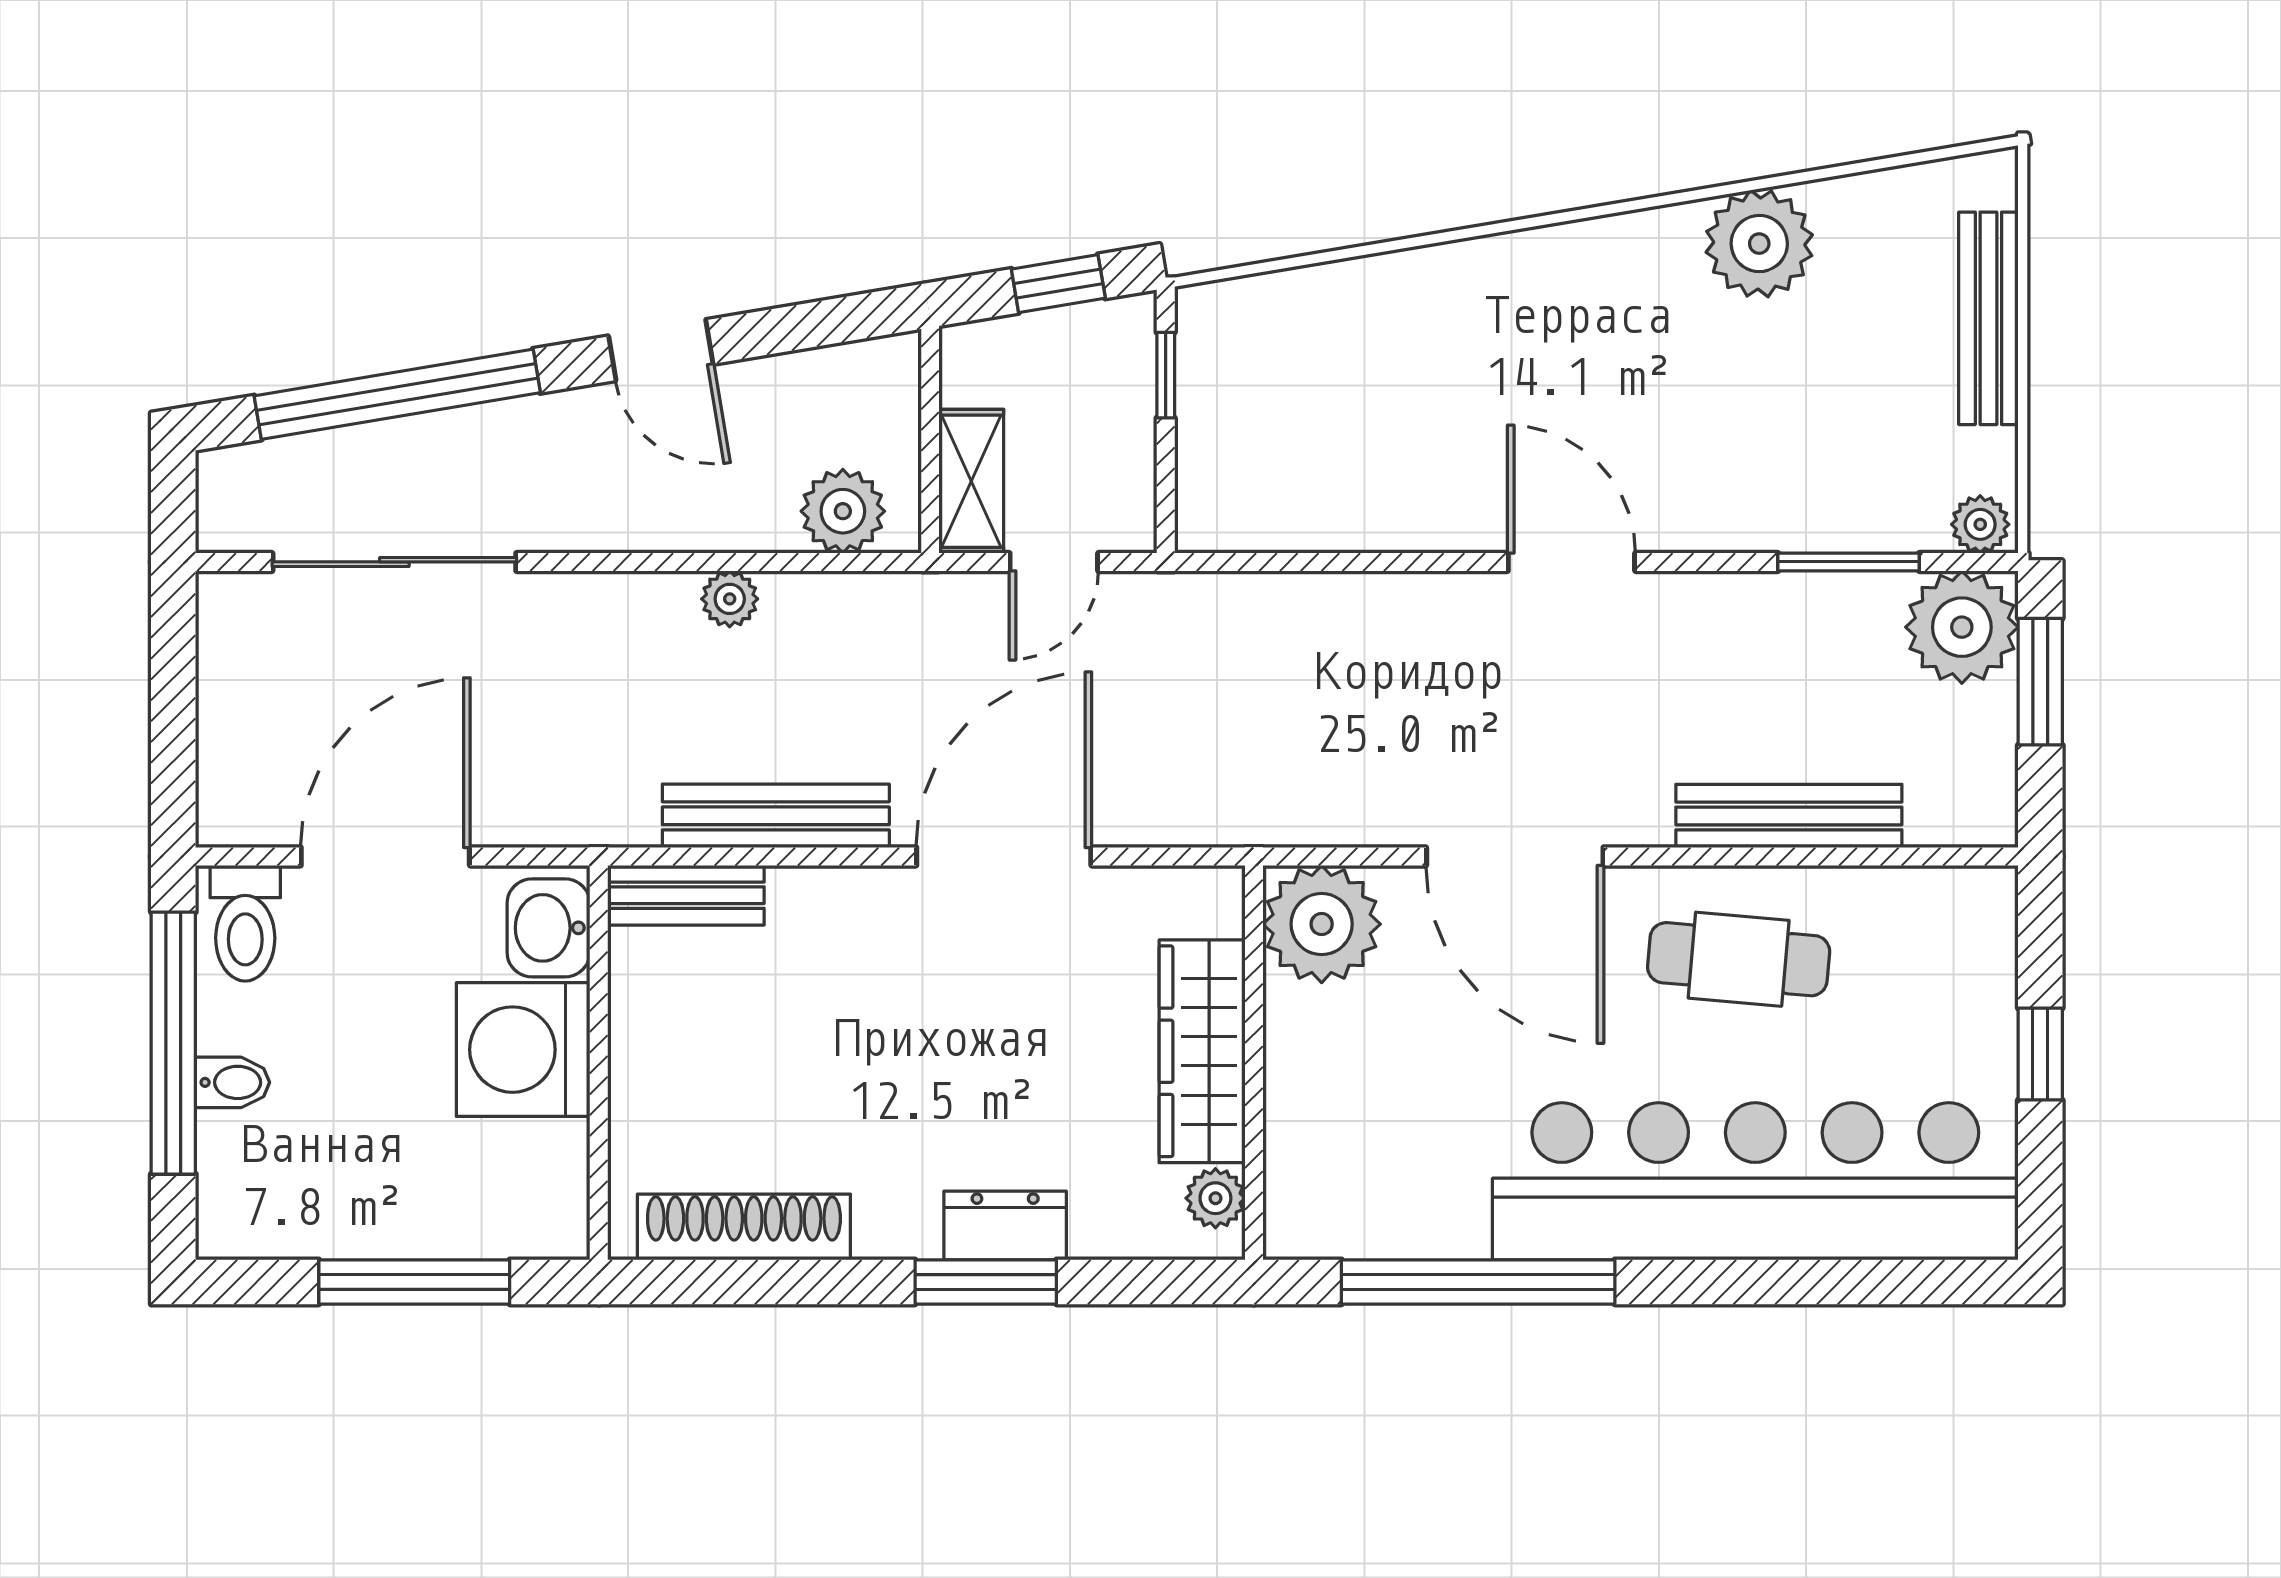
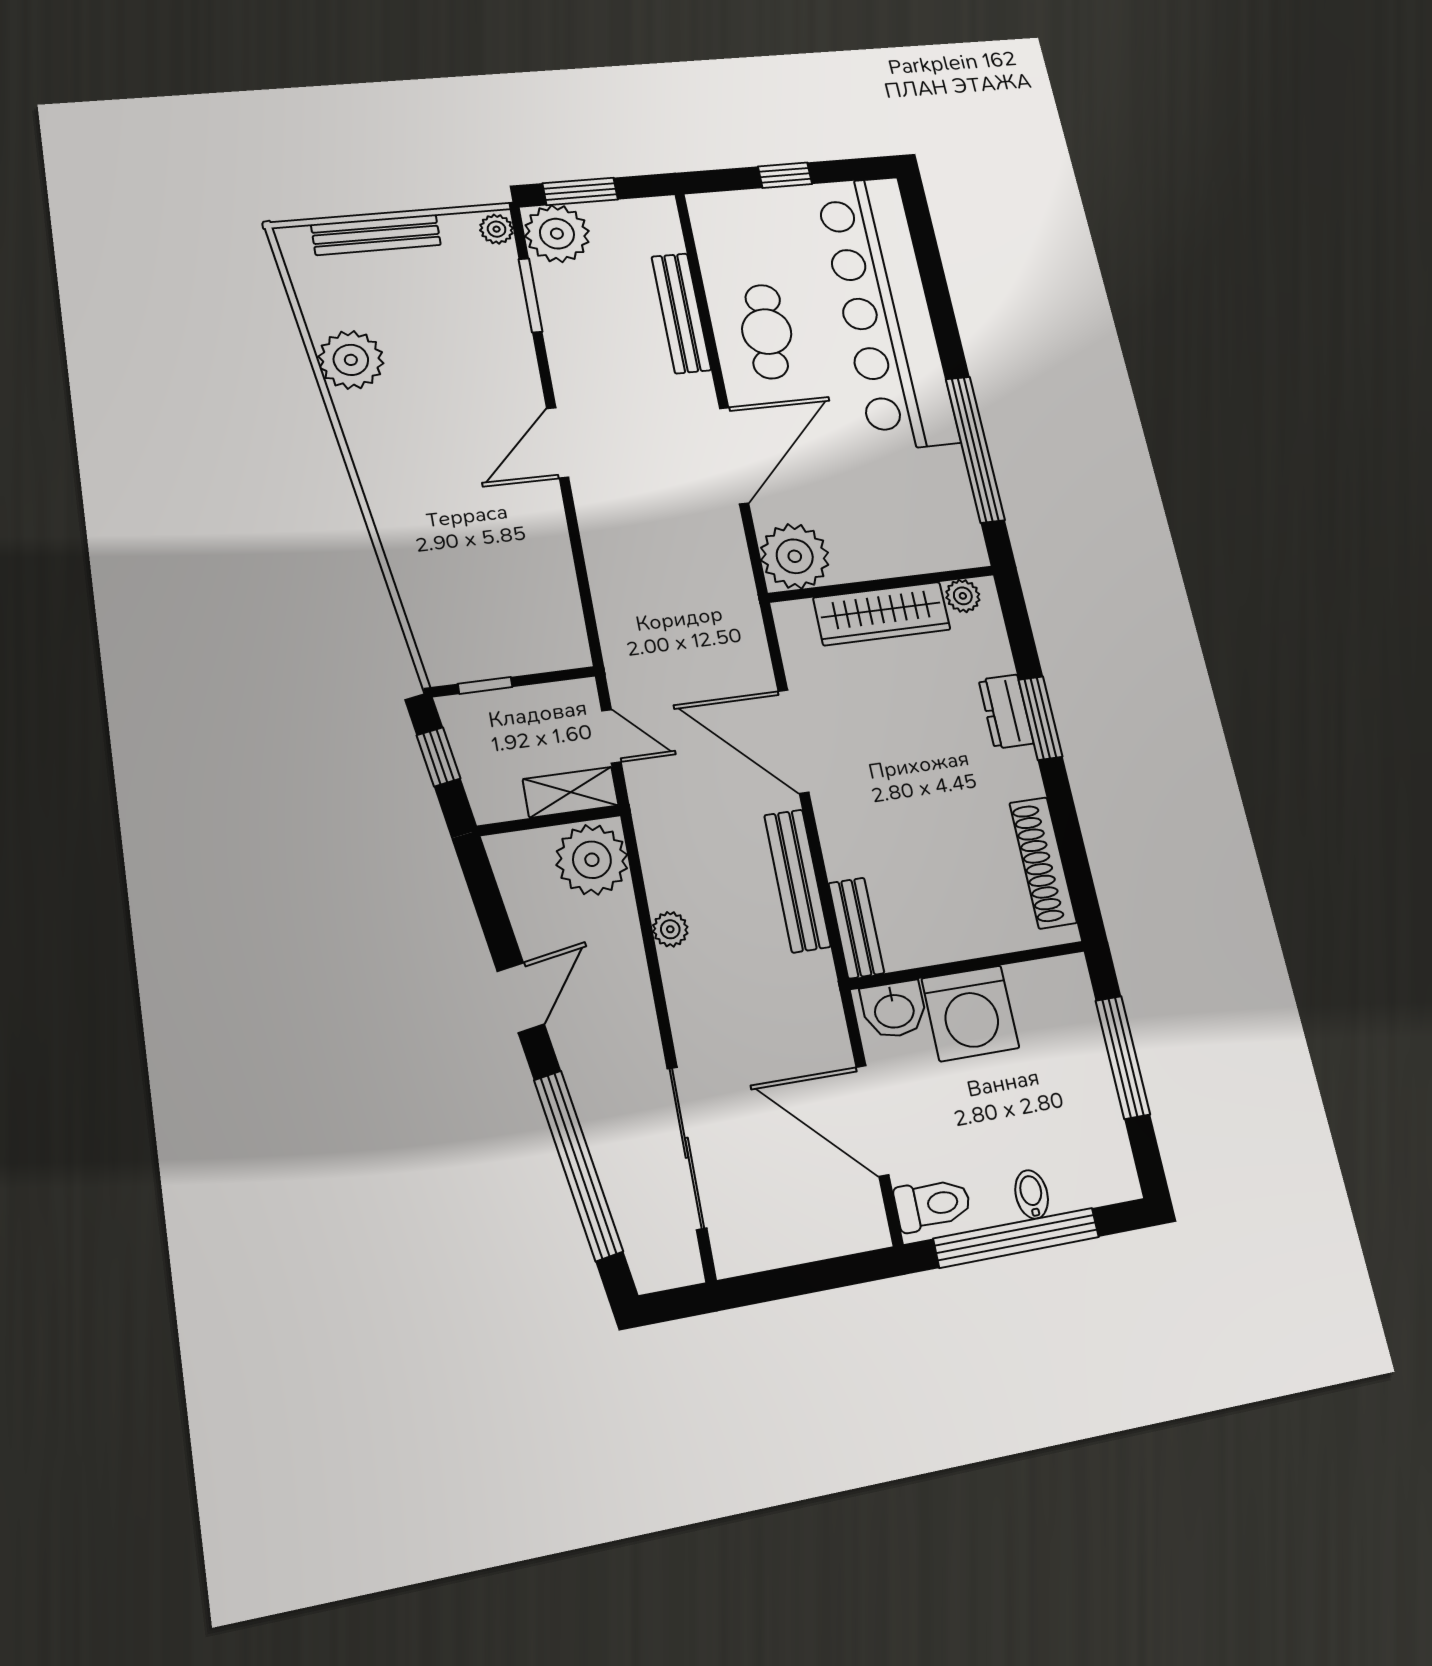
plant: (843, 511) -> (592, 860), width x1.36, depth x1.36

